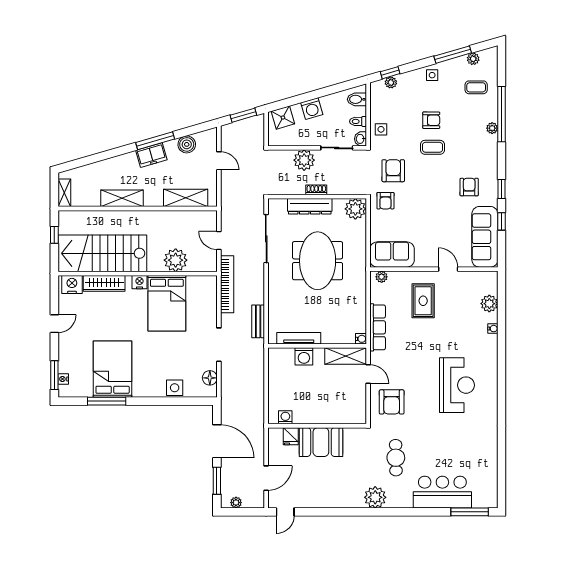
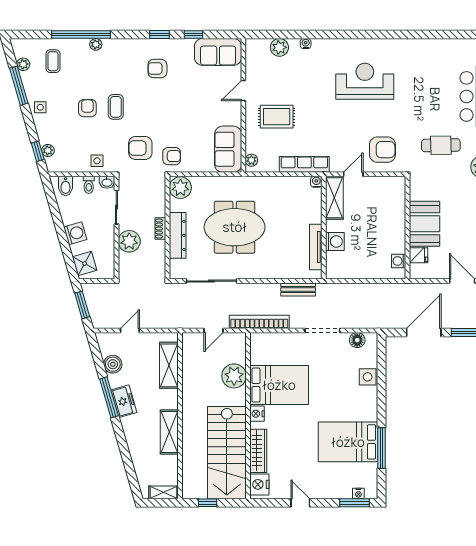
sofa: (485, 237) -> (218, 52), width x0.73

